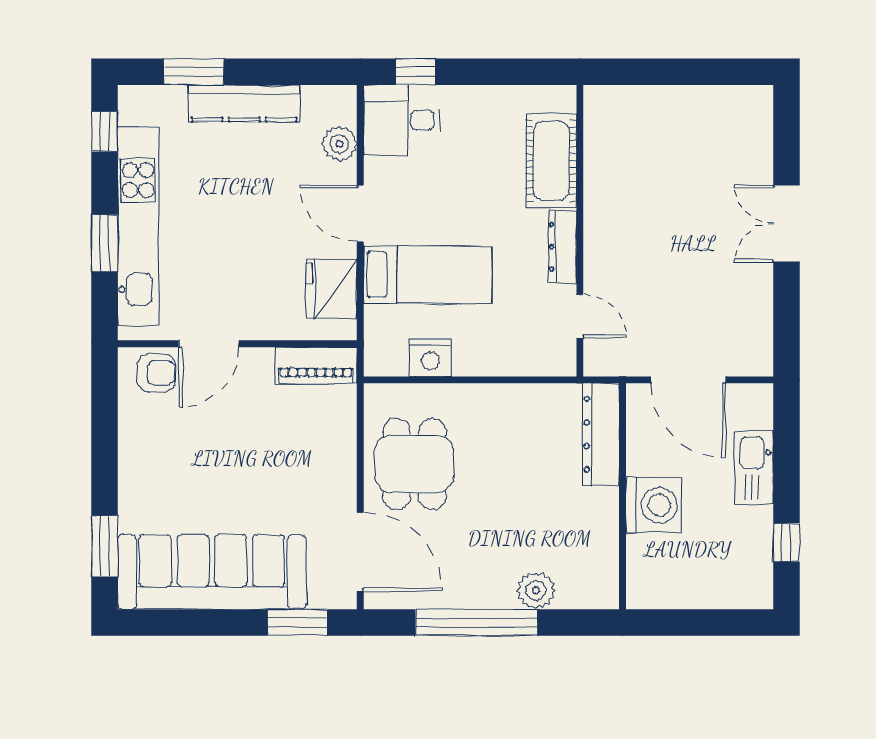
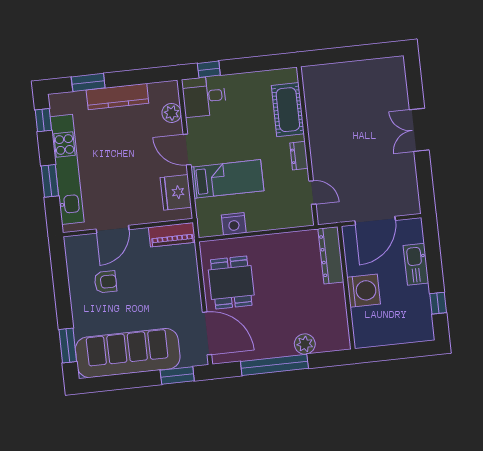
dresser: (562, 247) -> (299, 156), width x0.70
armchair: (157, 373) -> (106, 282), moved
door: (688, 380) -> (375, 221), hinge flipped

